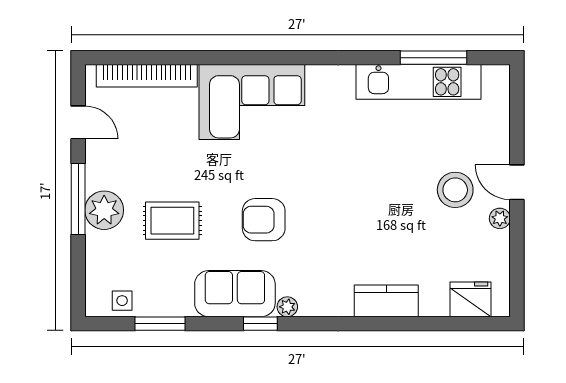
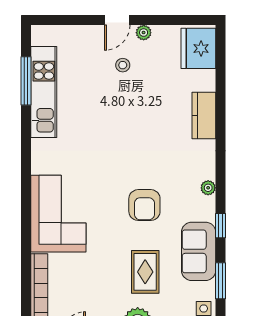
stool: (455, 190) -> (123, 65), width x0.53, depth x0.53
sofa: (235, 294) -> (199, 251), moved
fridge: (471, 299) -> (198, 48), width x1.36, depth x1.34
window: (260, 324) -> (220, 226), moved

